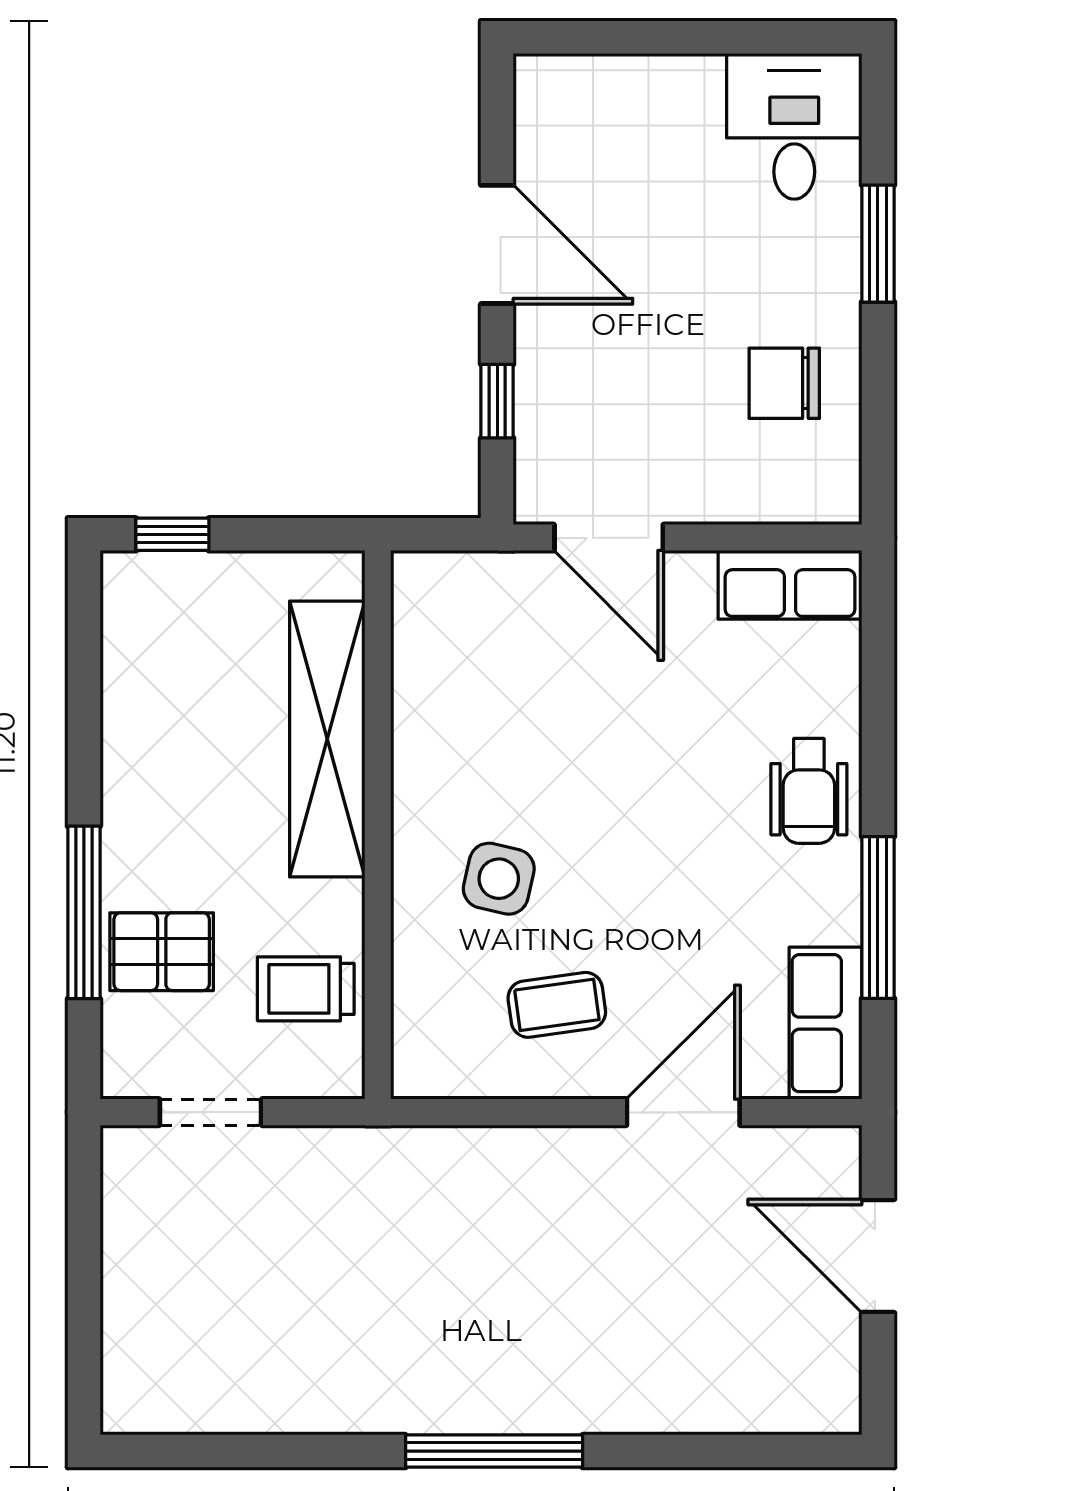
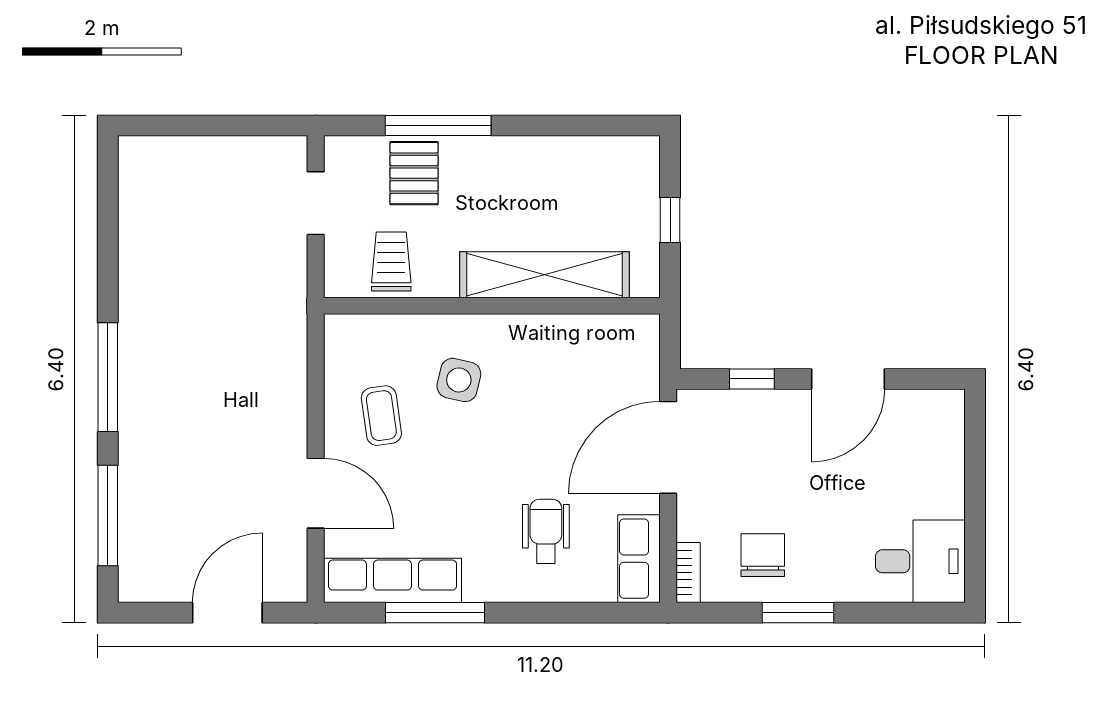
window: (878, 244) -> (798, 613), moved
bookcase: (813, 505) -> (688, 573), added
window: (172, 534) -> (670, 220), moved
door: (609, 538) -> (668, 447), width x1.36
wheelchair: (809, 791) -> (546, 531), moved, turned 90
row of seats: (825, 1023) -> (392, 580), width x1.48
window: (720, 1451) -> (108, 516), added

